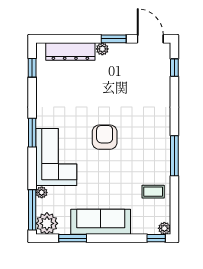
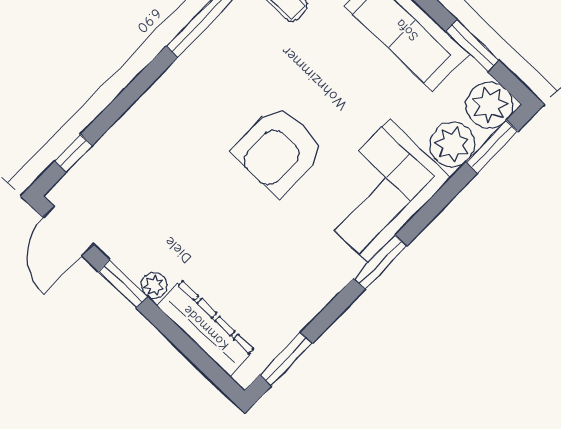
window: (32, 68) -> (286, 359), width x1.50
armchair: (105, 137) -> (278, 150), width x1.36, depth x1.36
plant: (42, 192) -> (452, 144), width x1.88, depth x1.88
window: (32, 210) -> (492, 147), width x0.69

